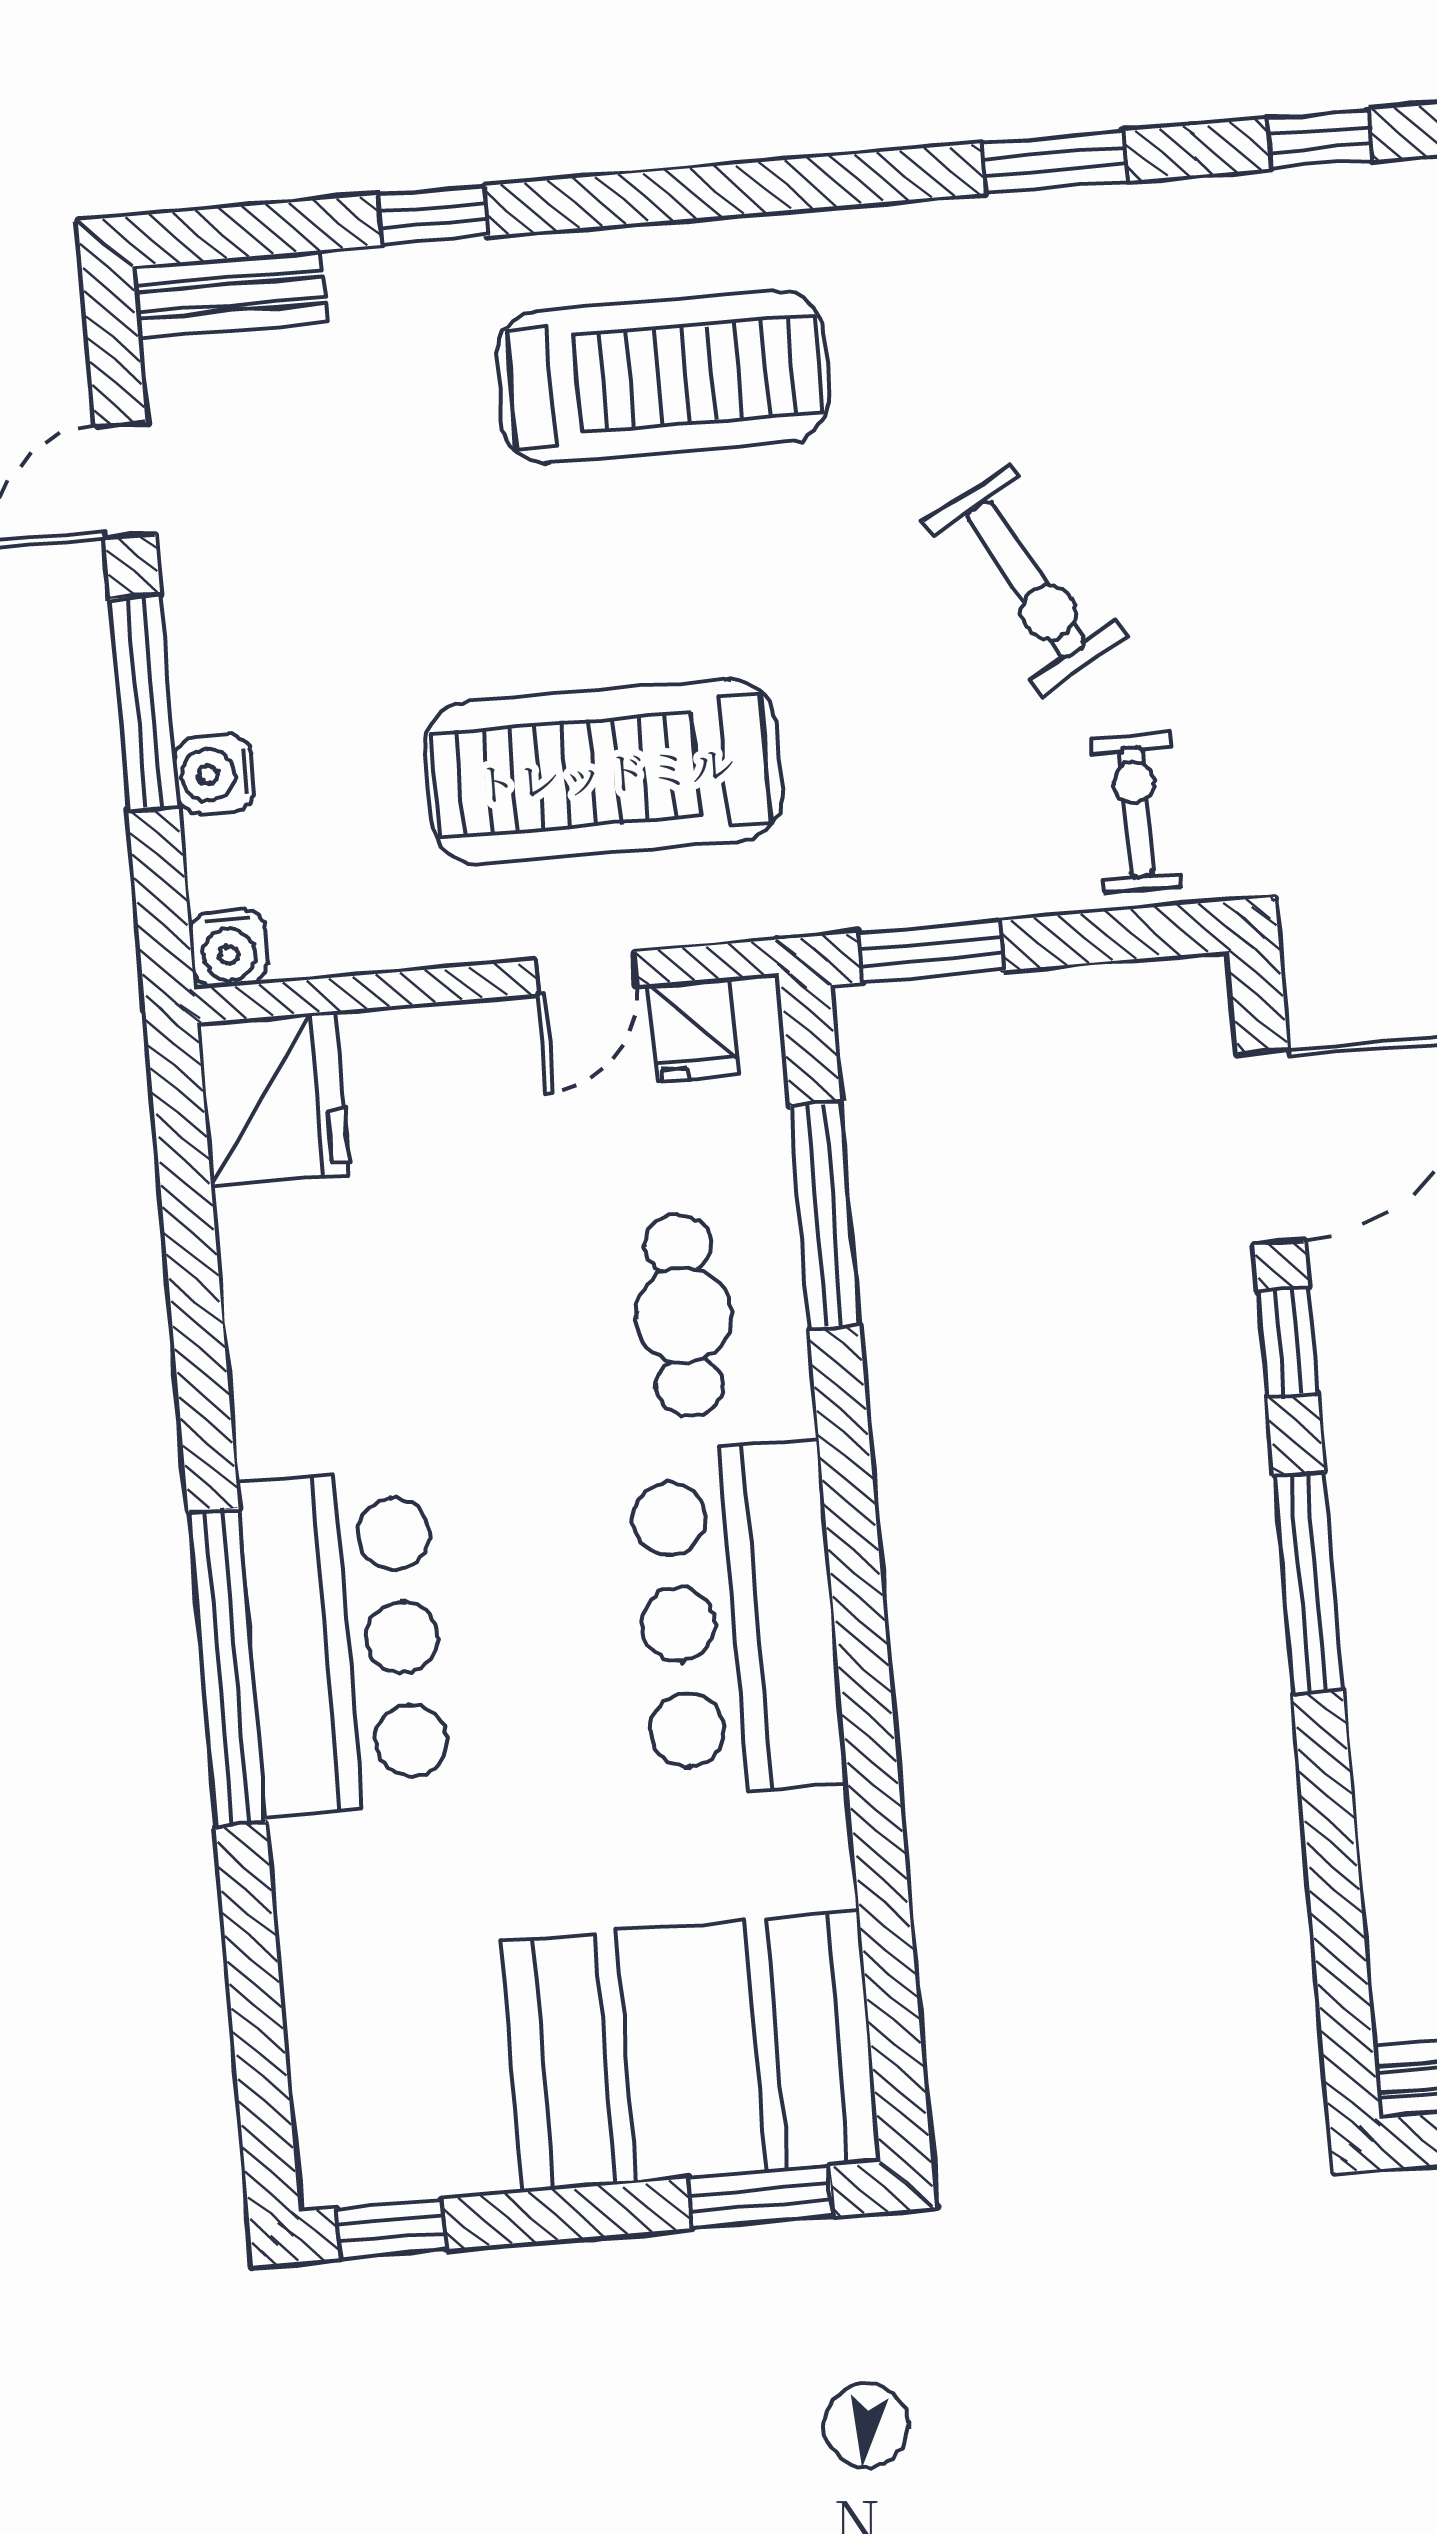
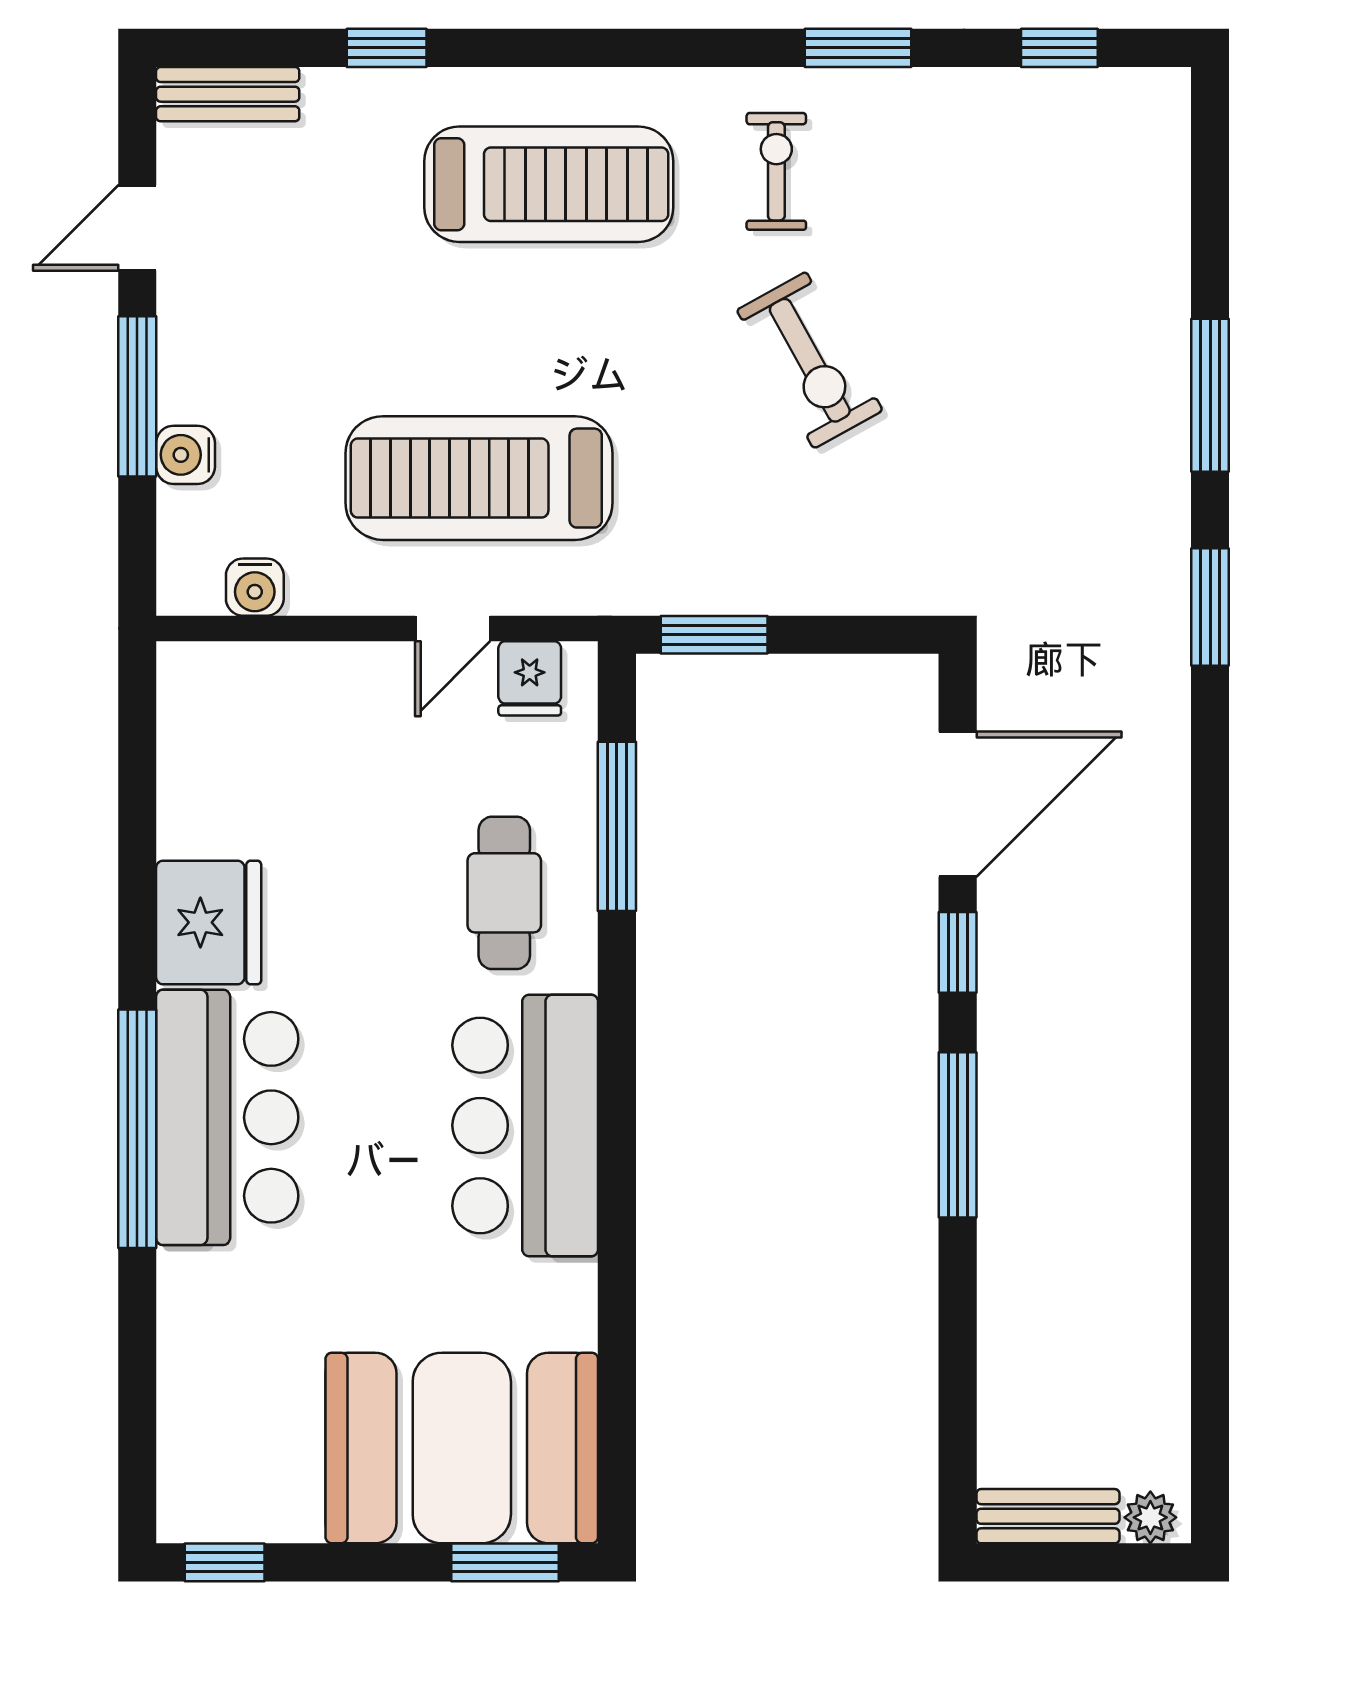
exercise bike: (1137, 812) -> (776, 171), moved
water cooler: (229, 948) -> (255, 587), moved
fridge: (273, 1099) -> (209, 922), moved

